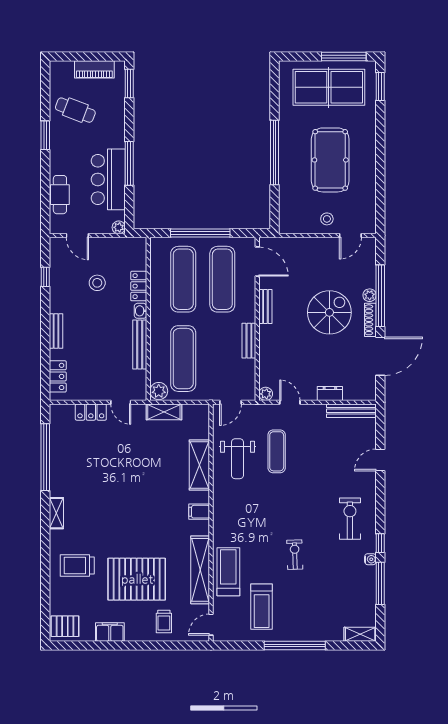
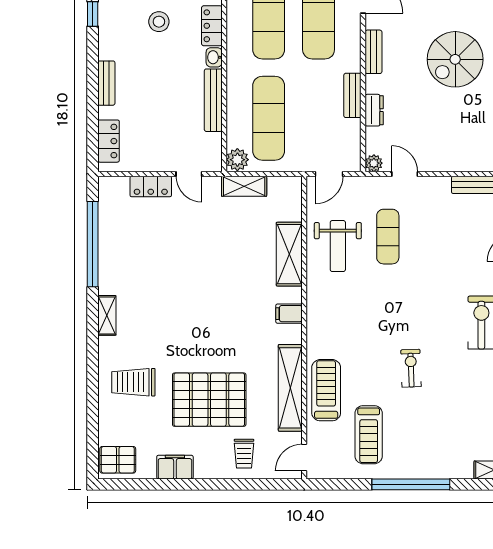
spiral stairs: (329, 312) -> (455, 59), turned 180
dresser: (330, 394) -> (374, 110), moved, turned 90

